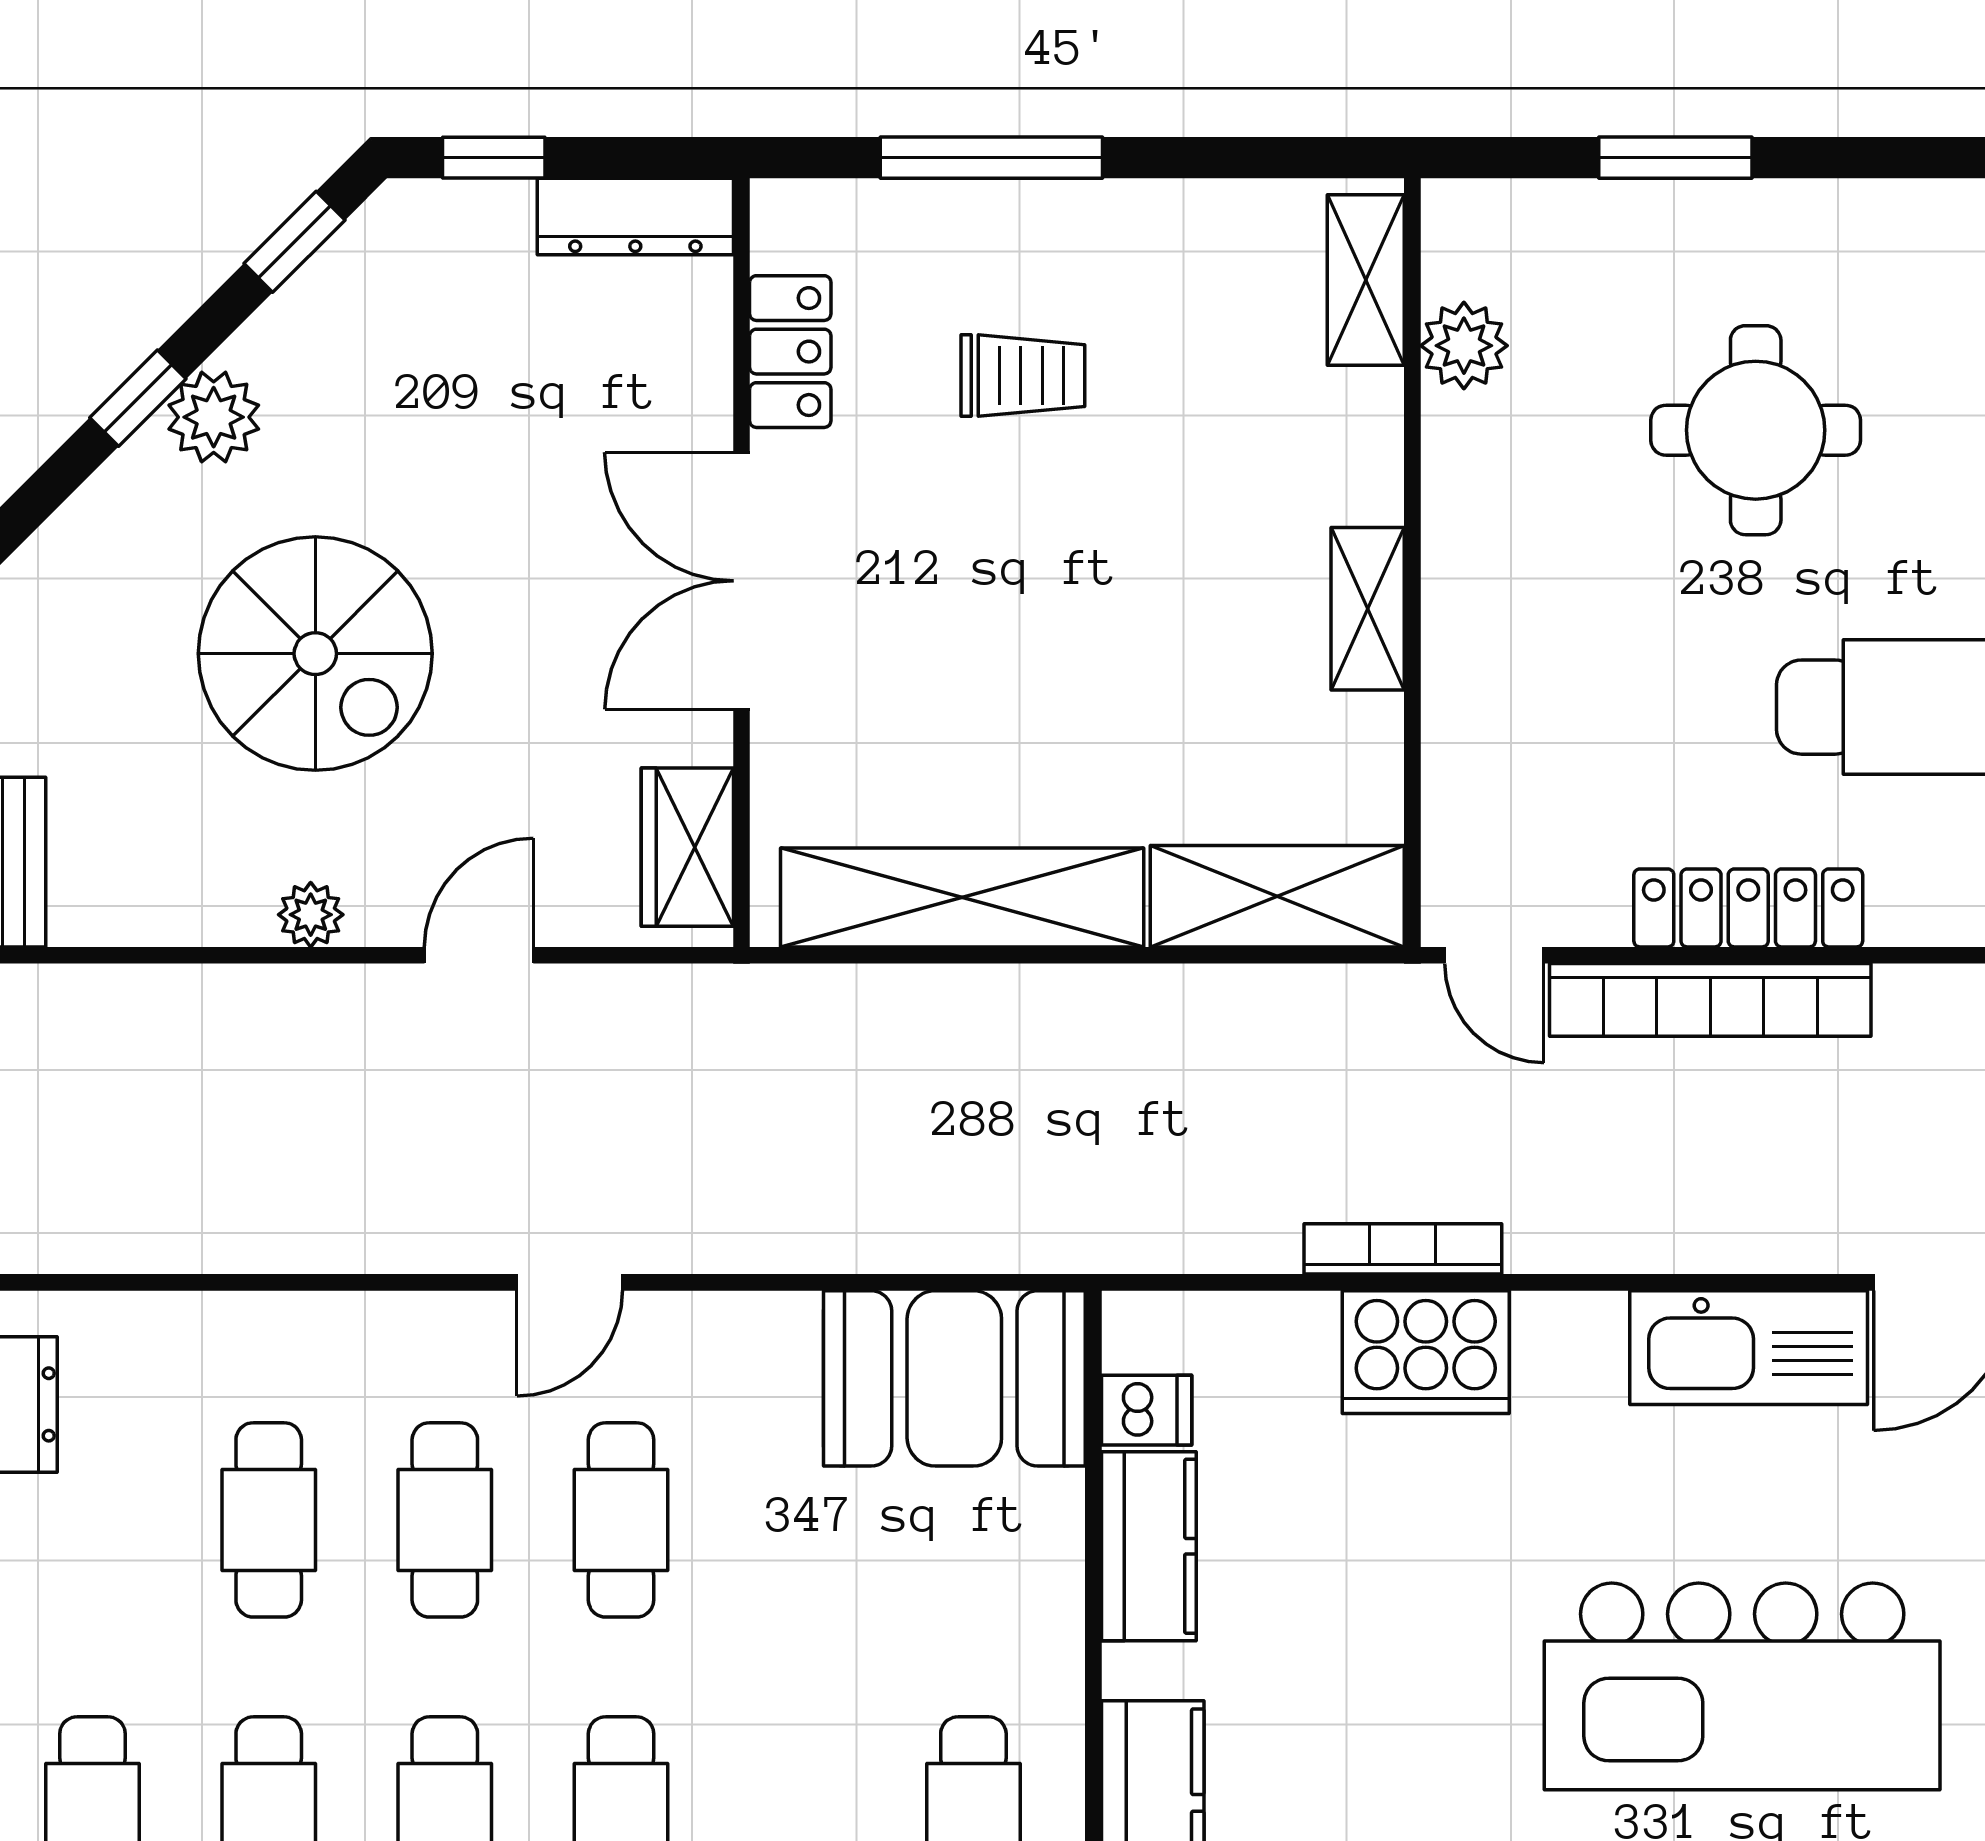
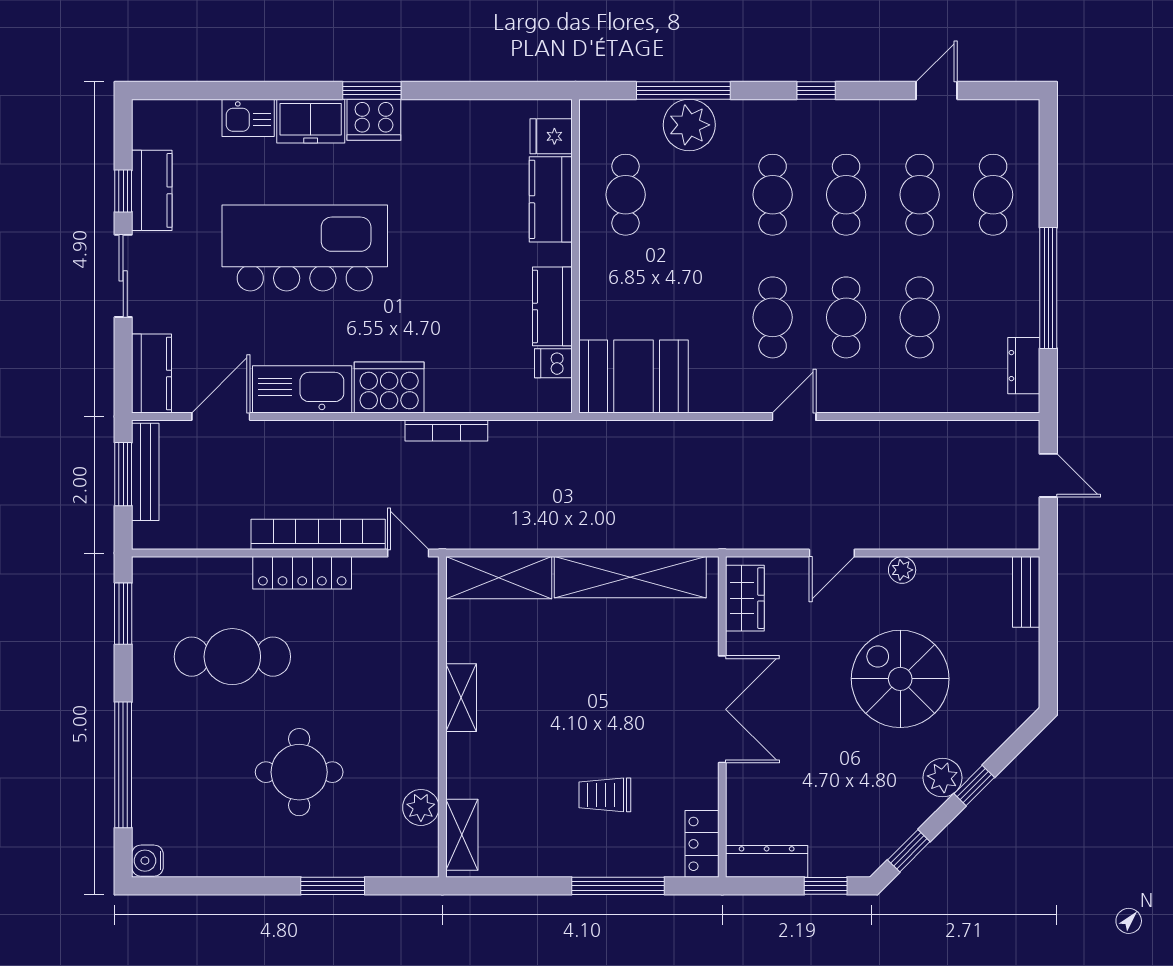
locker: (790, 352) -> (702, 844), moved
cooker: (1426, 1352) -> (389, 387), moved

